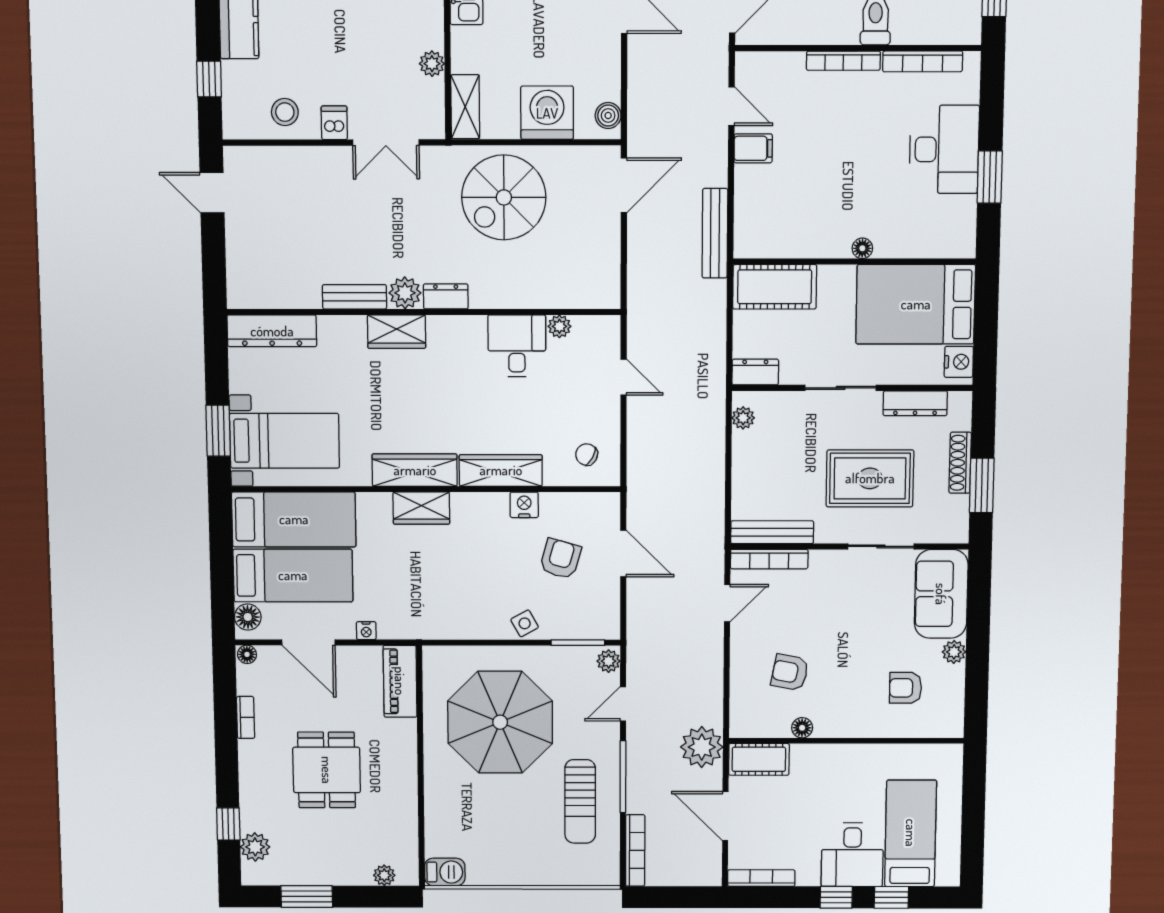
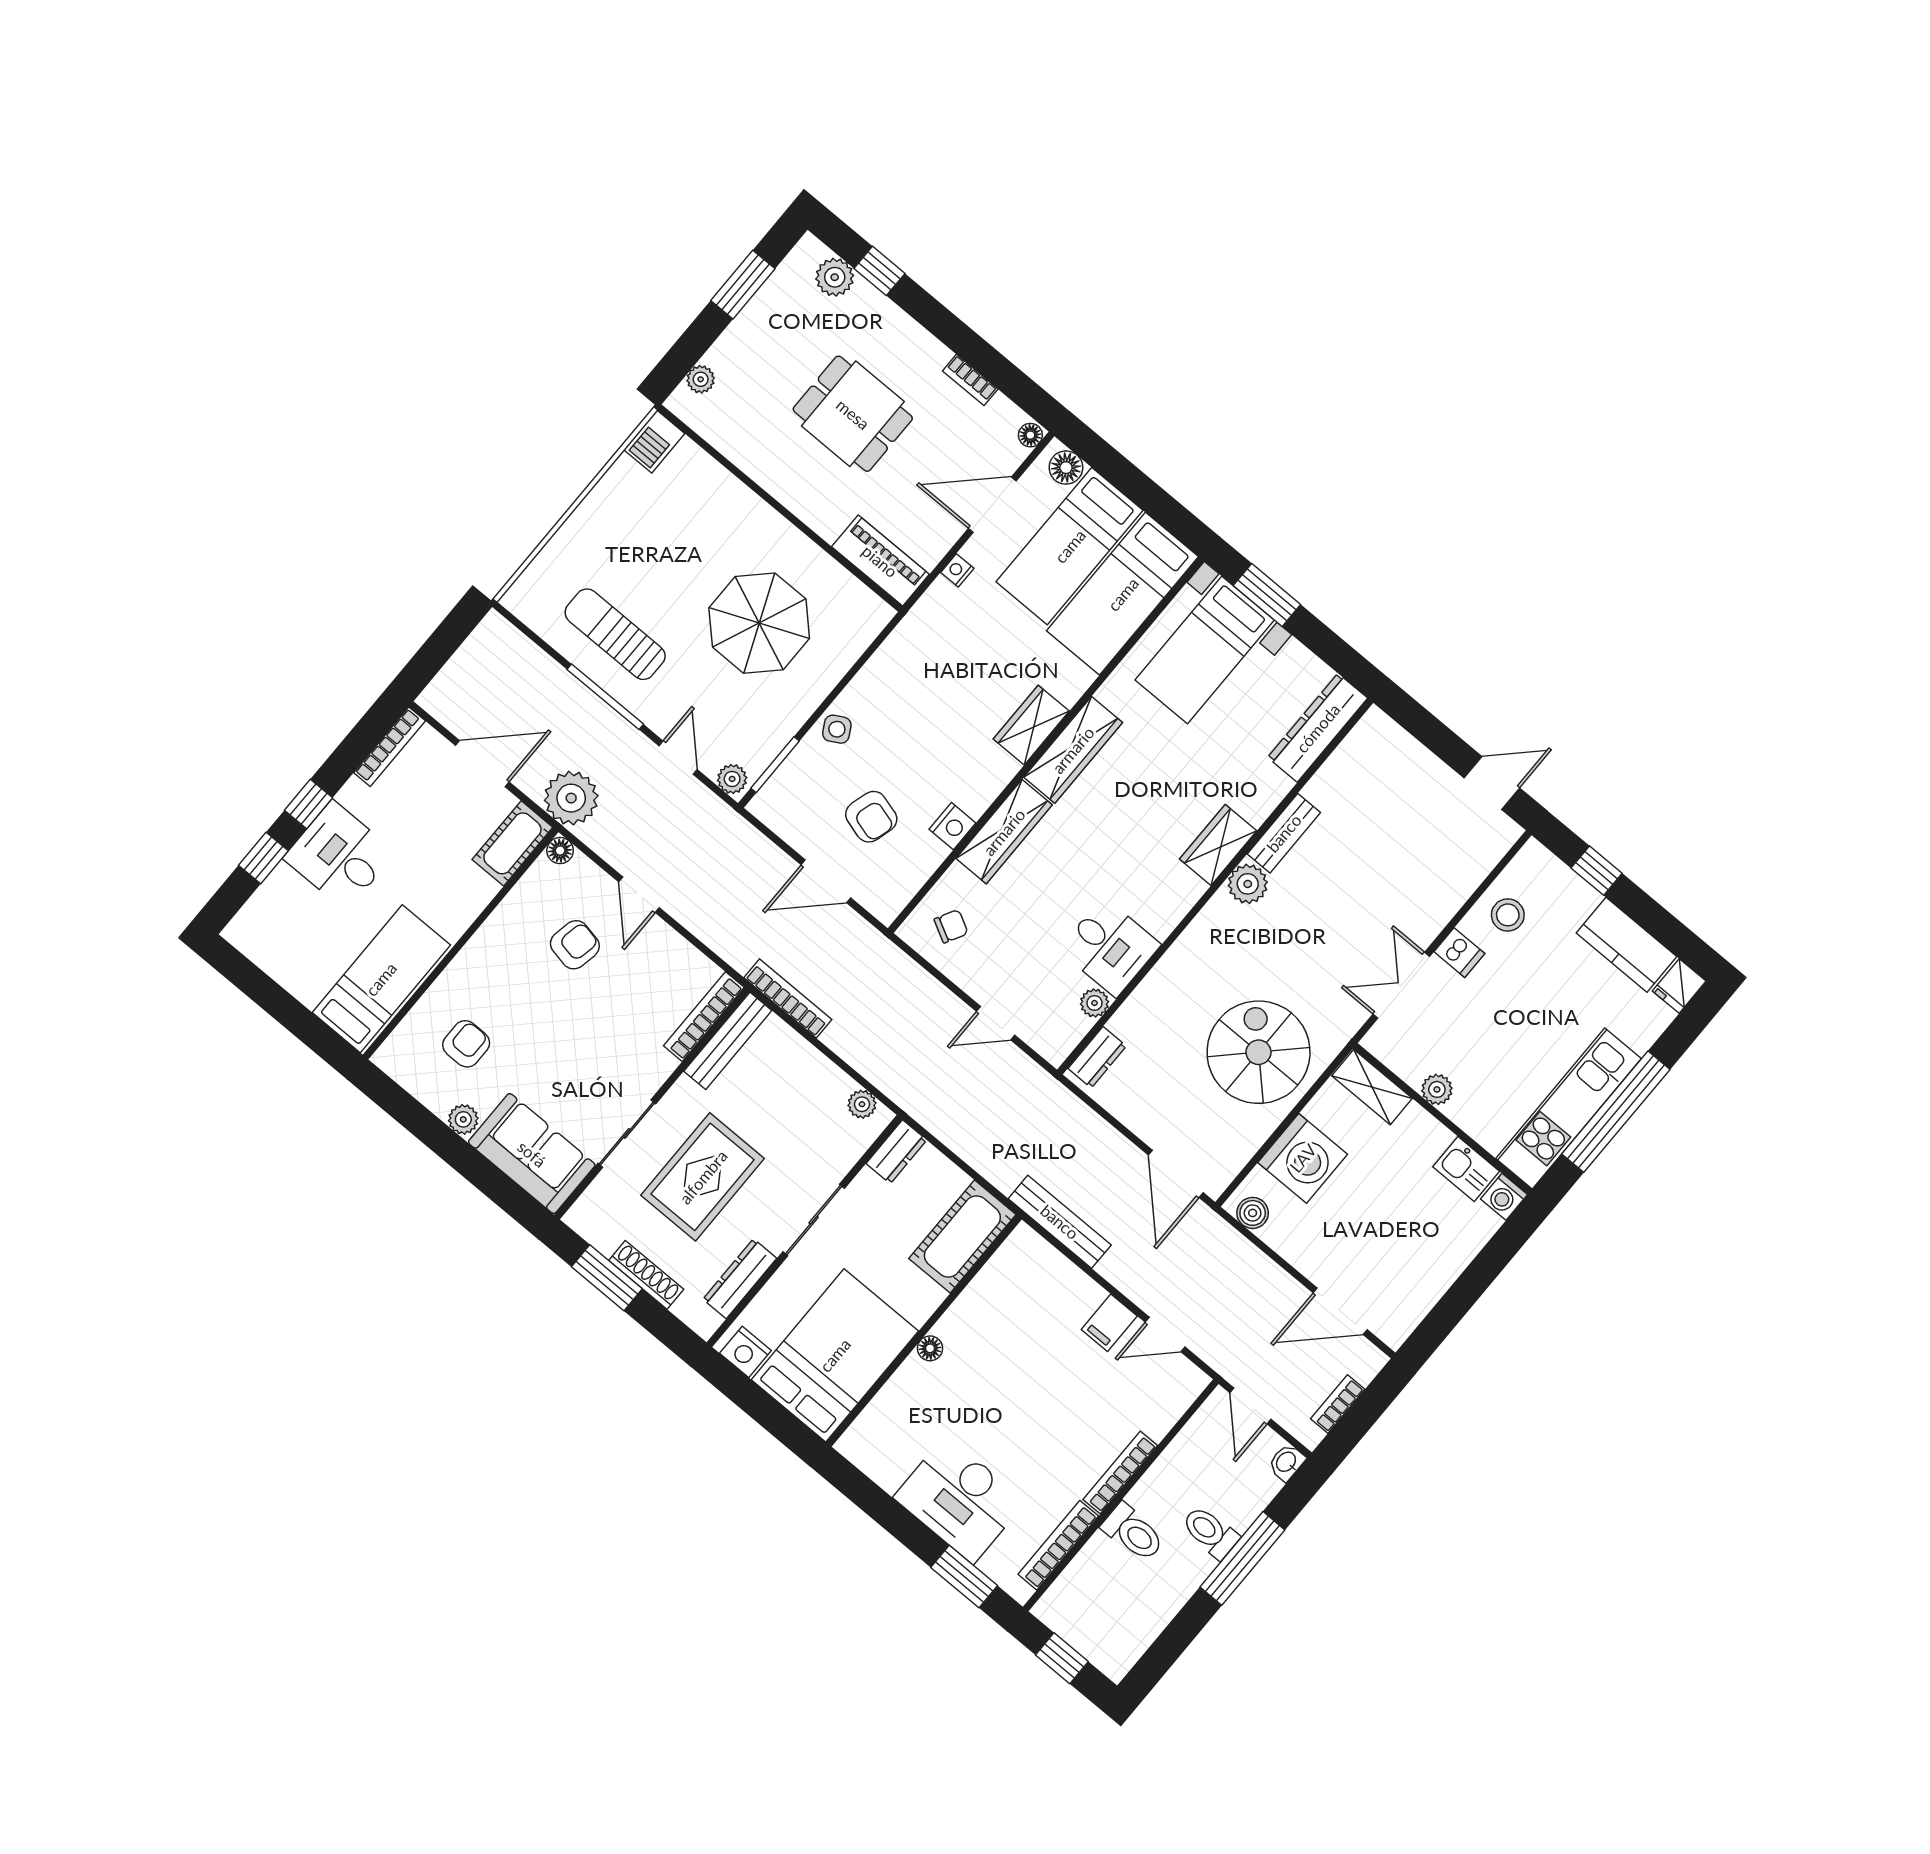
window: (990, 177) -> (964, 1577), moved
dresser: (446, 296) -> (1097, 1057), moved
door: (727, 603) -> (639, 895), moved
parasol: (500, 722) -> (759, 623), width x0.73, depth x0.73
floor lamp: (802, 728) -> (560, 851), moved
bed: (911, 833) -> (381, 979), moved, turned -90
bookcase: (635, 850) -> (788, 999), moved, turned 180

